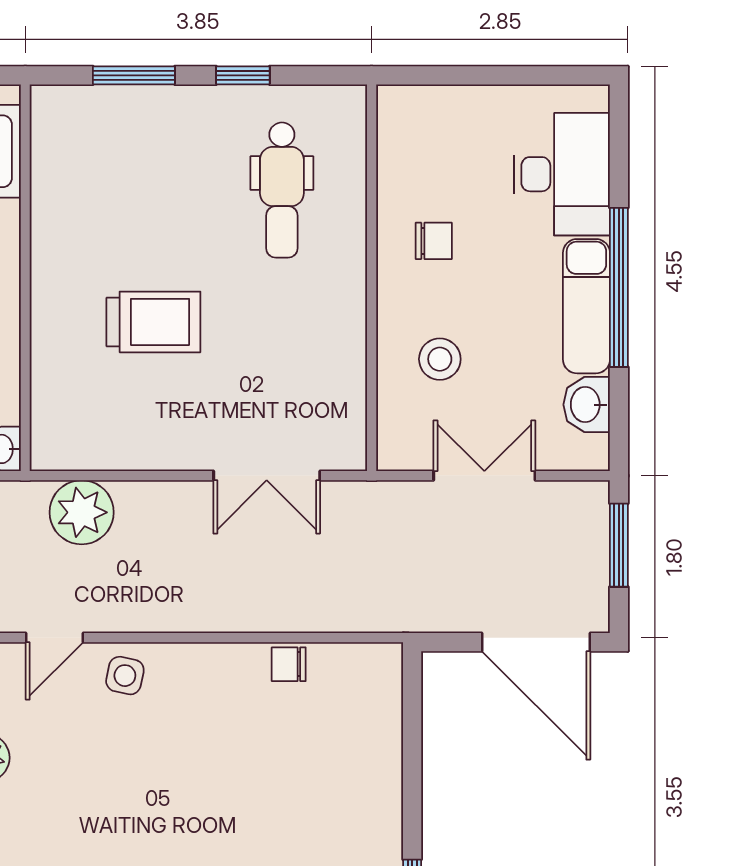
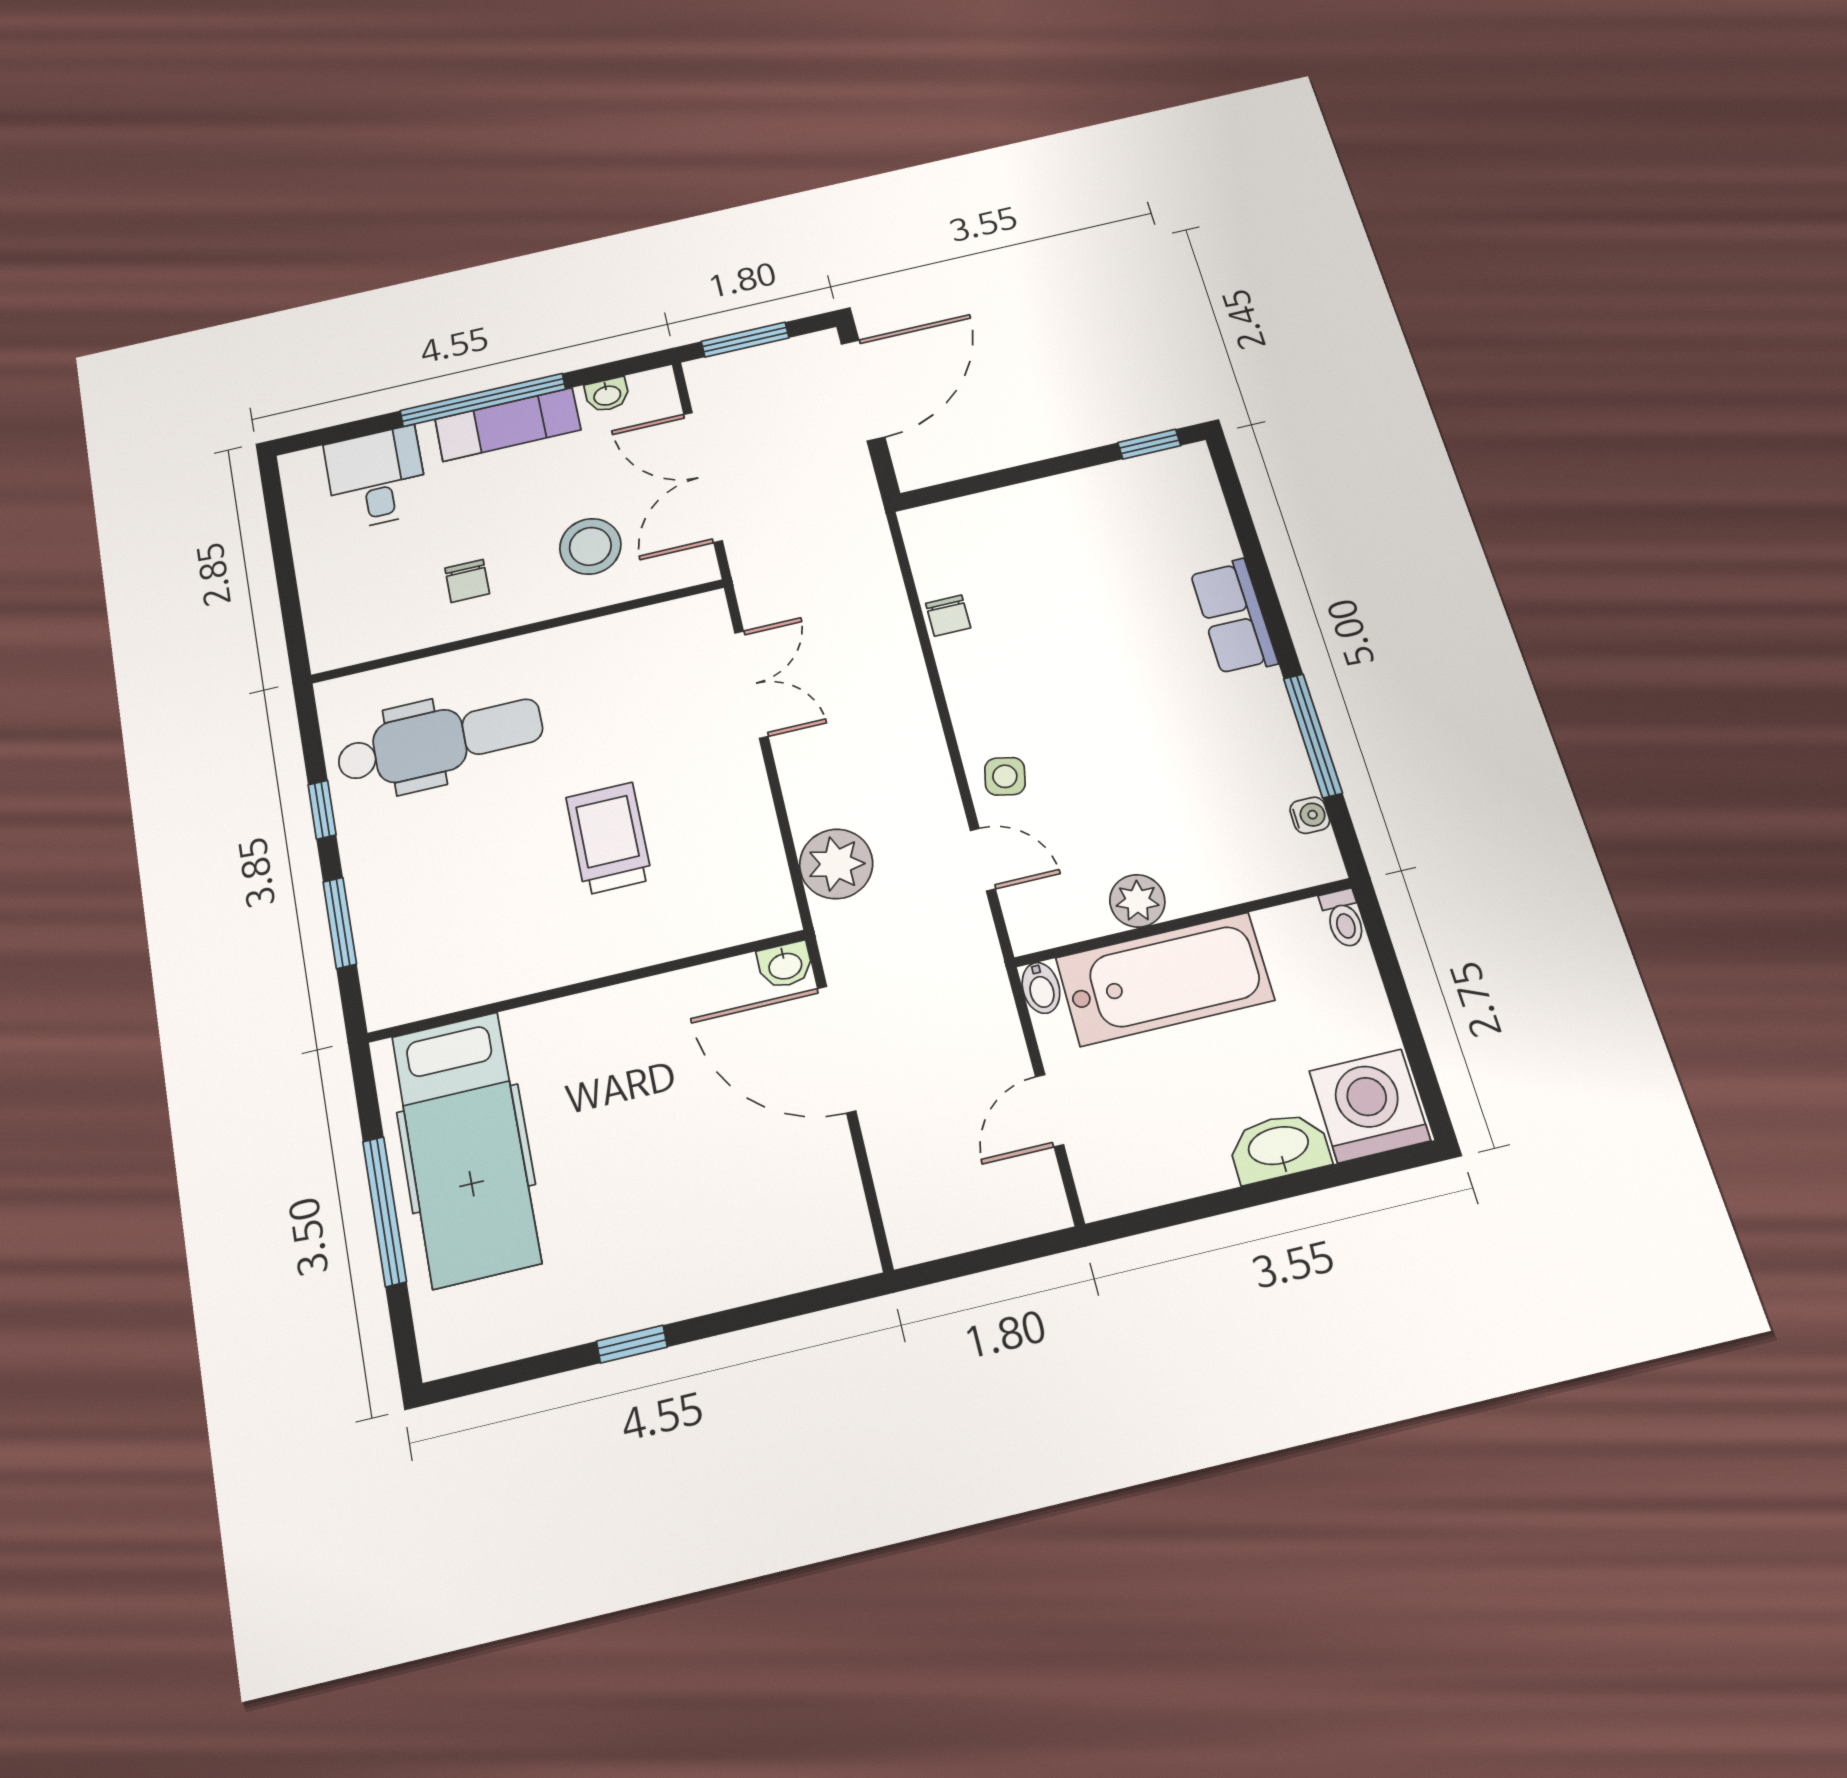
desk: (562, 174) -> (376, 478), width x0.73
dental chair: (282, 190) -> (440, 741), width x1.36, depth x1.38
chair: (434, 241) -> (467, 581), turned 180
stool: (440, 359) -> (590, 546), width x1.38, depth x1.38
washbasin: (587, 405) -> (607, 395), width x0.72, depth x0.69
double door: (484, 476) -> (703, 477), width x1.37

